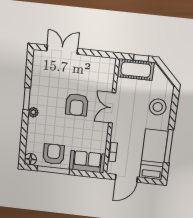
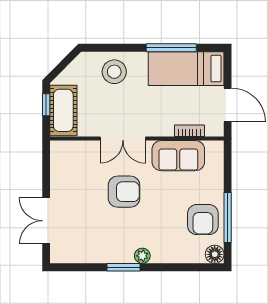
armchair: (54, 154) -> (203, 220), turned -90
sofa: (87, 162) -> (178, 156), moved, turned -90

